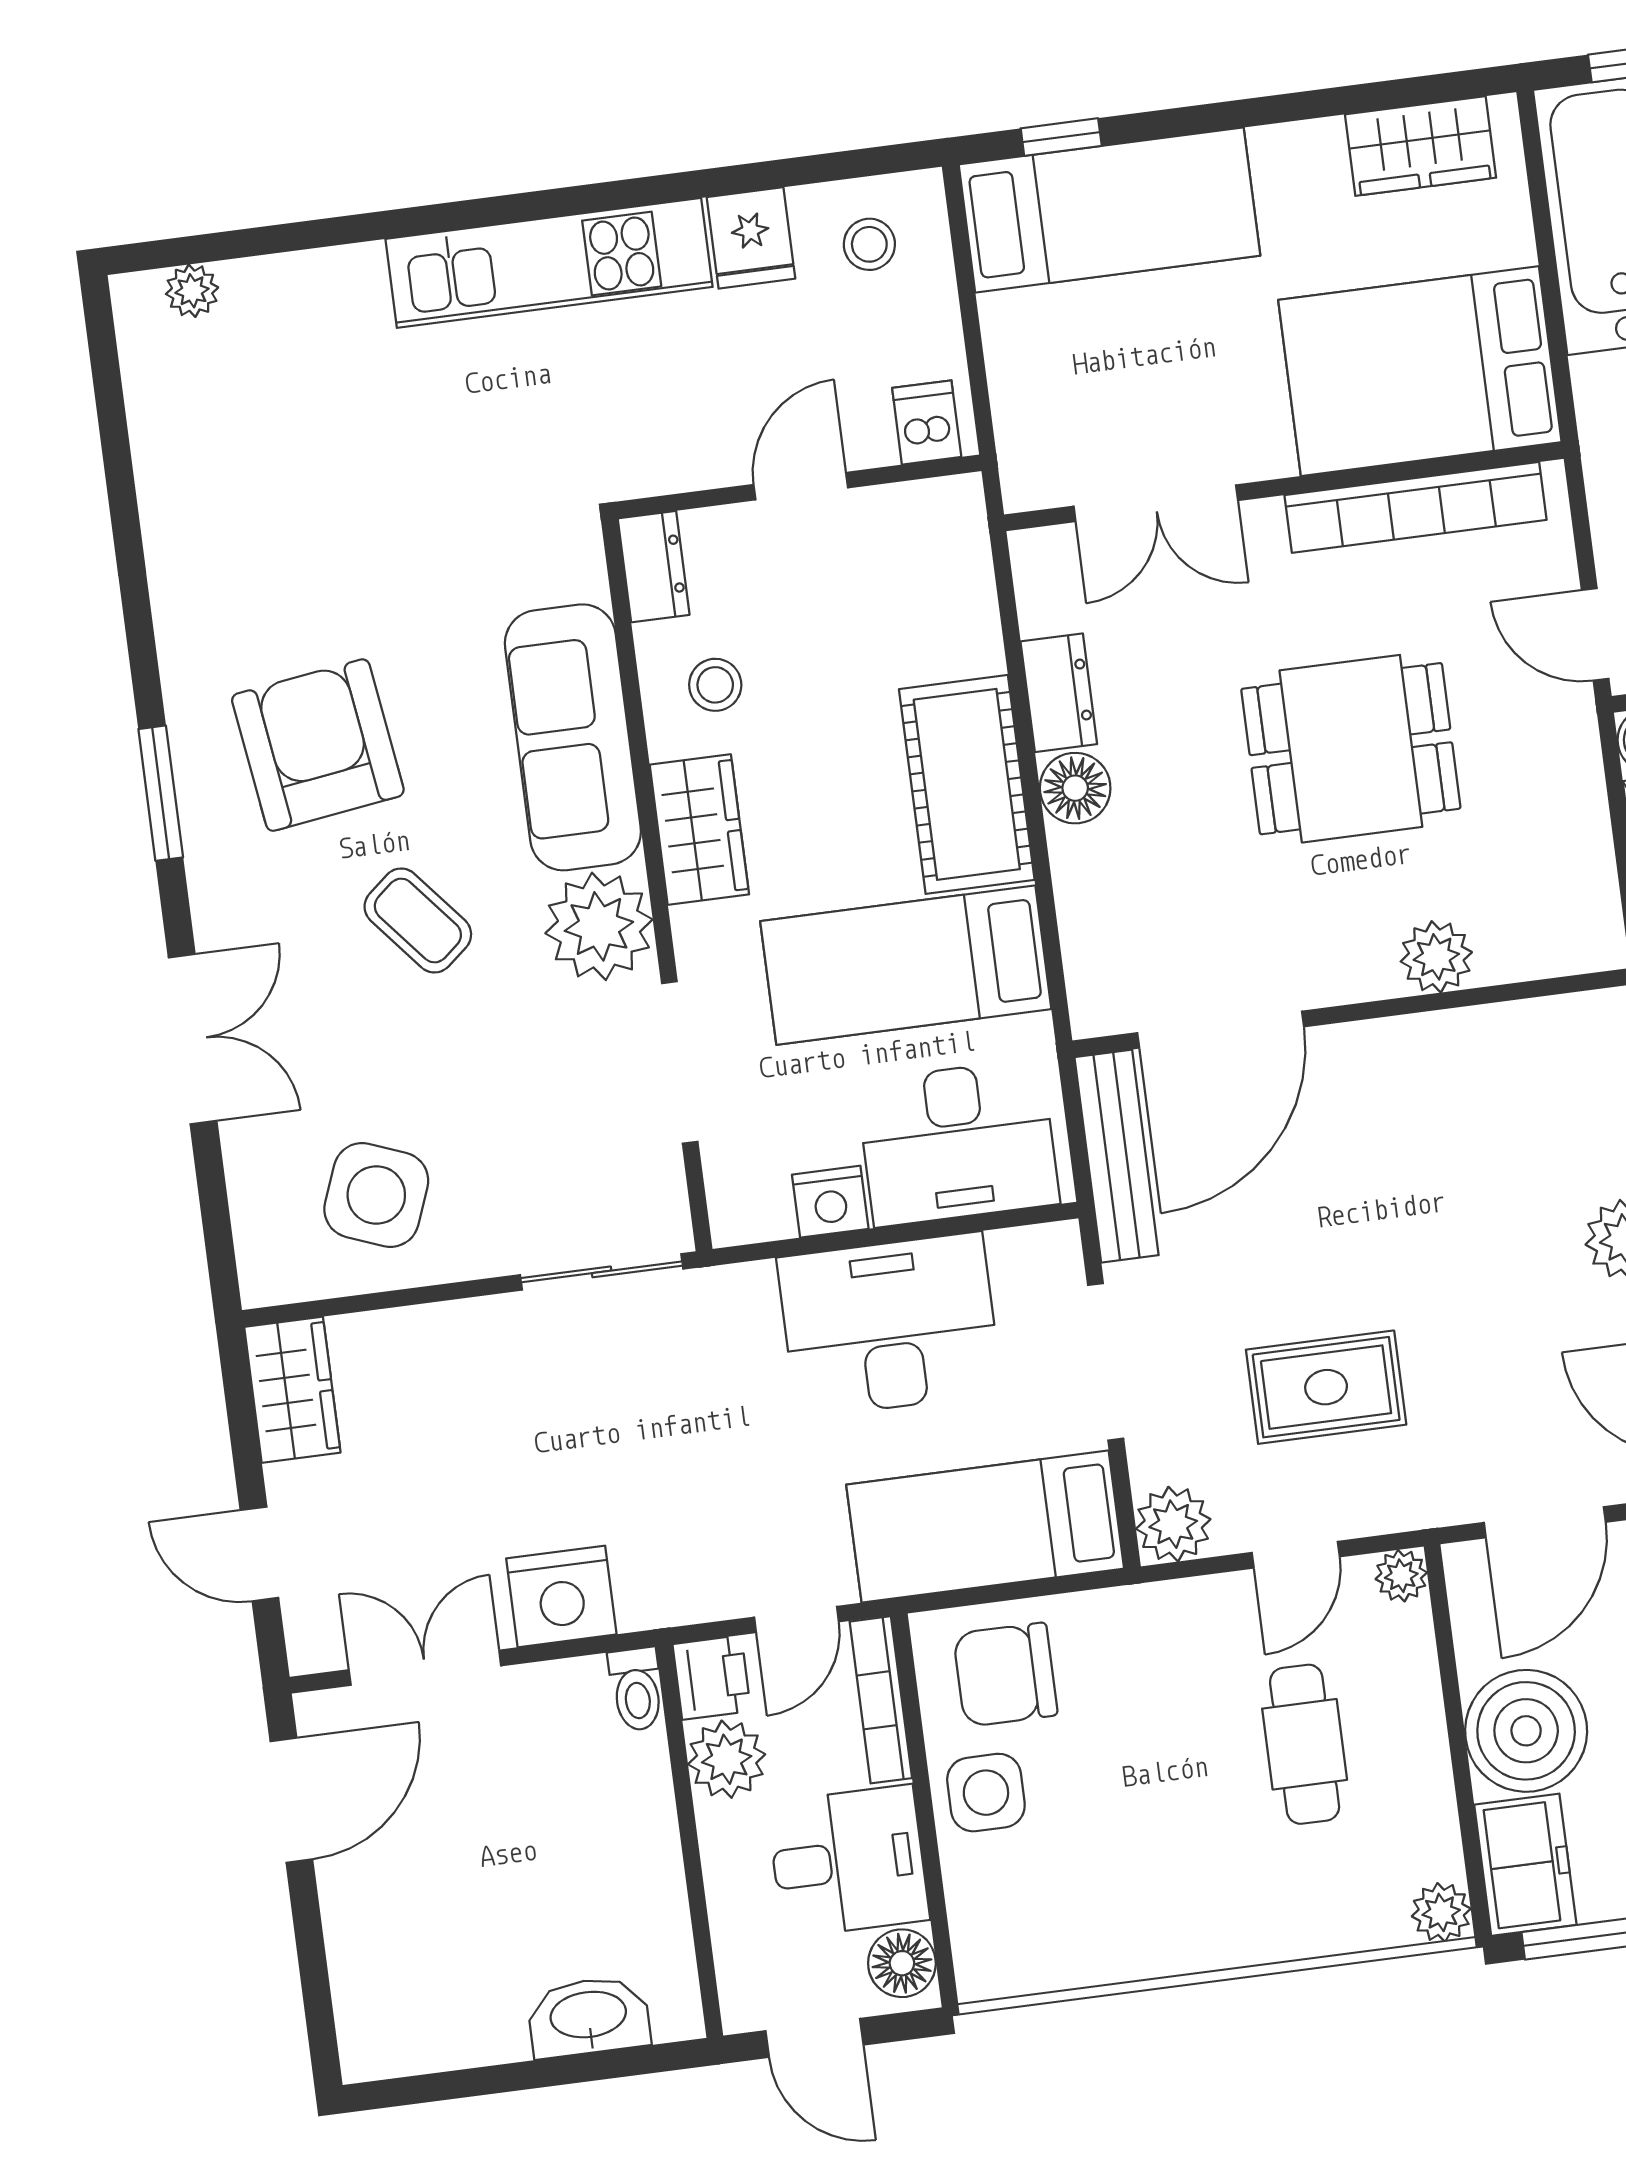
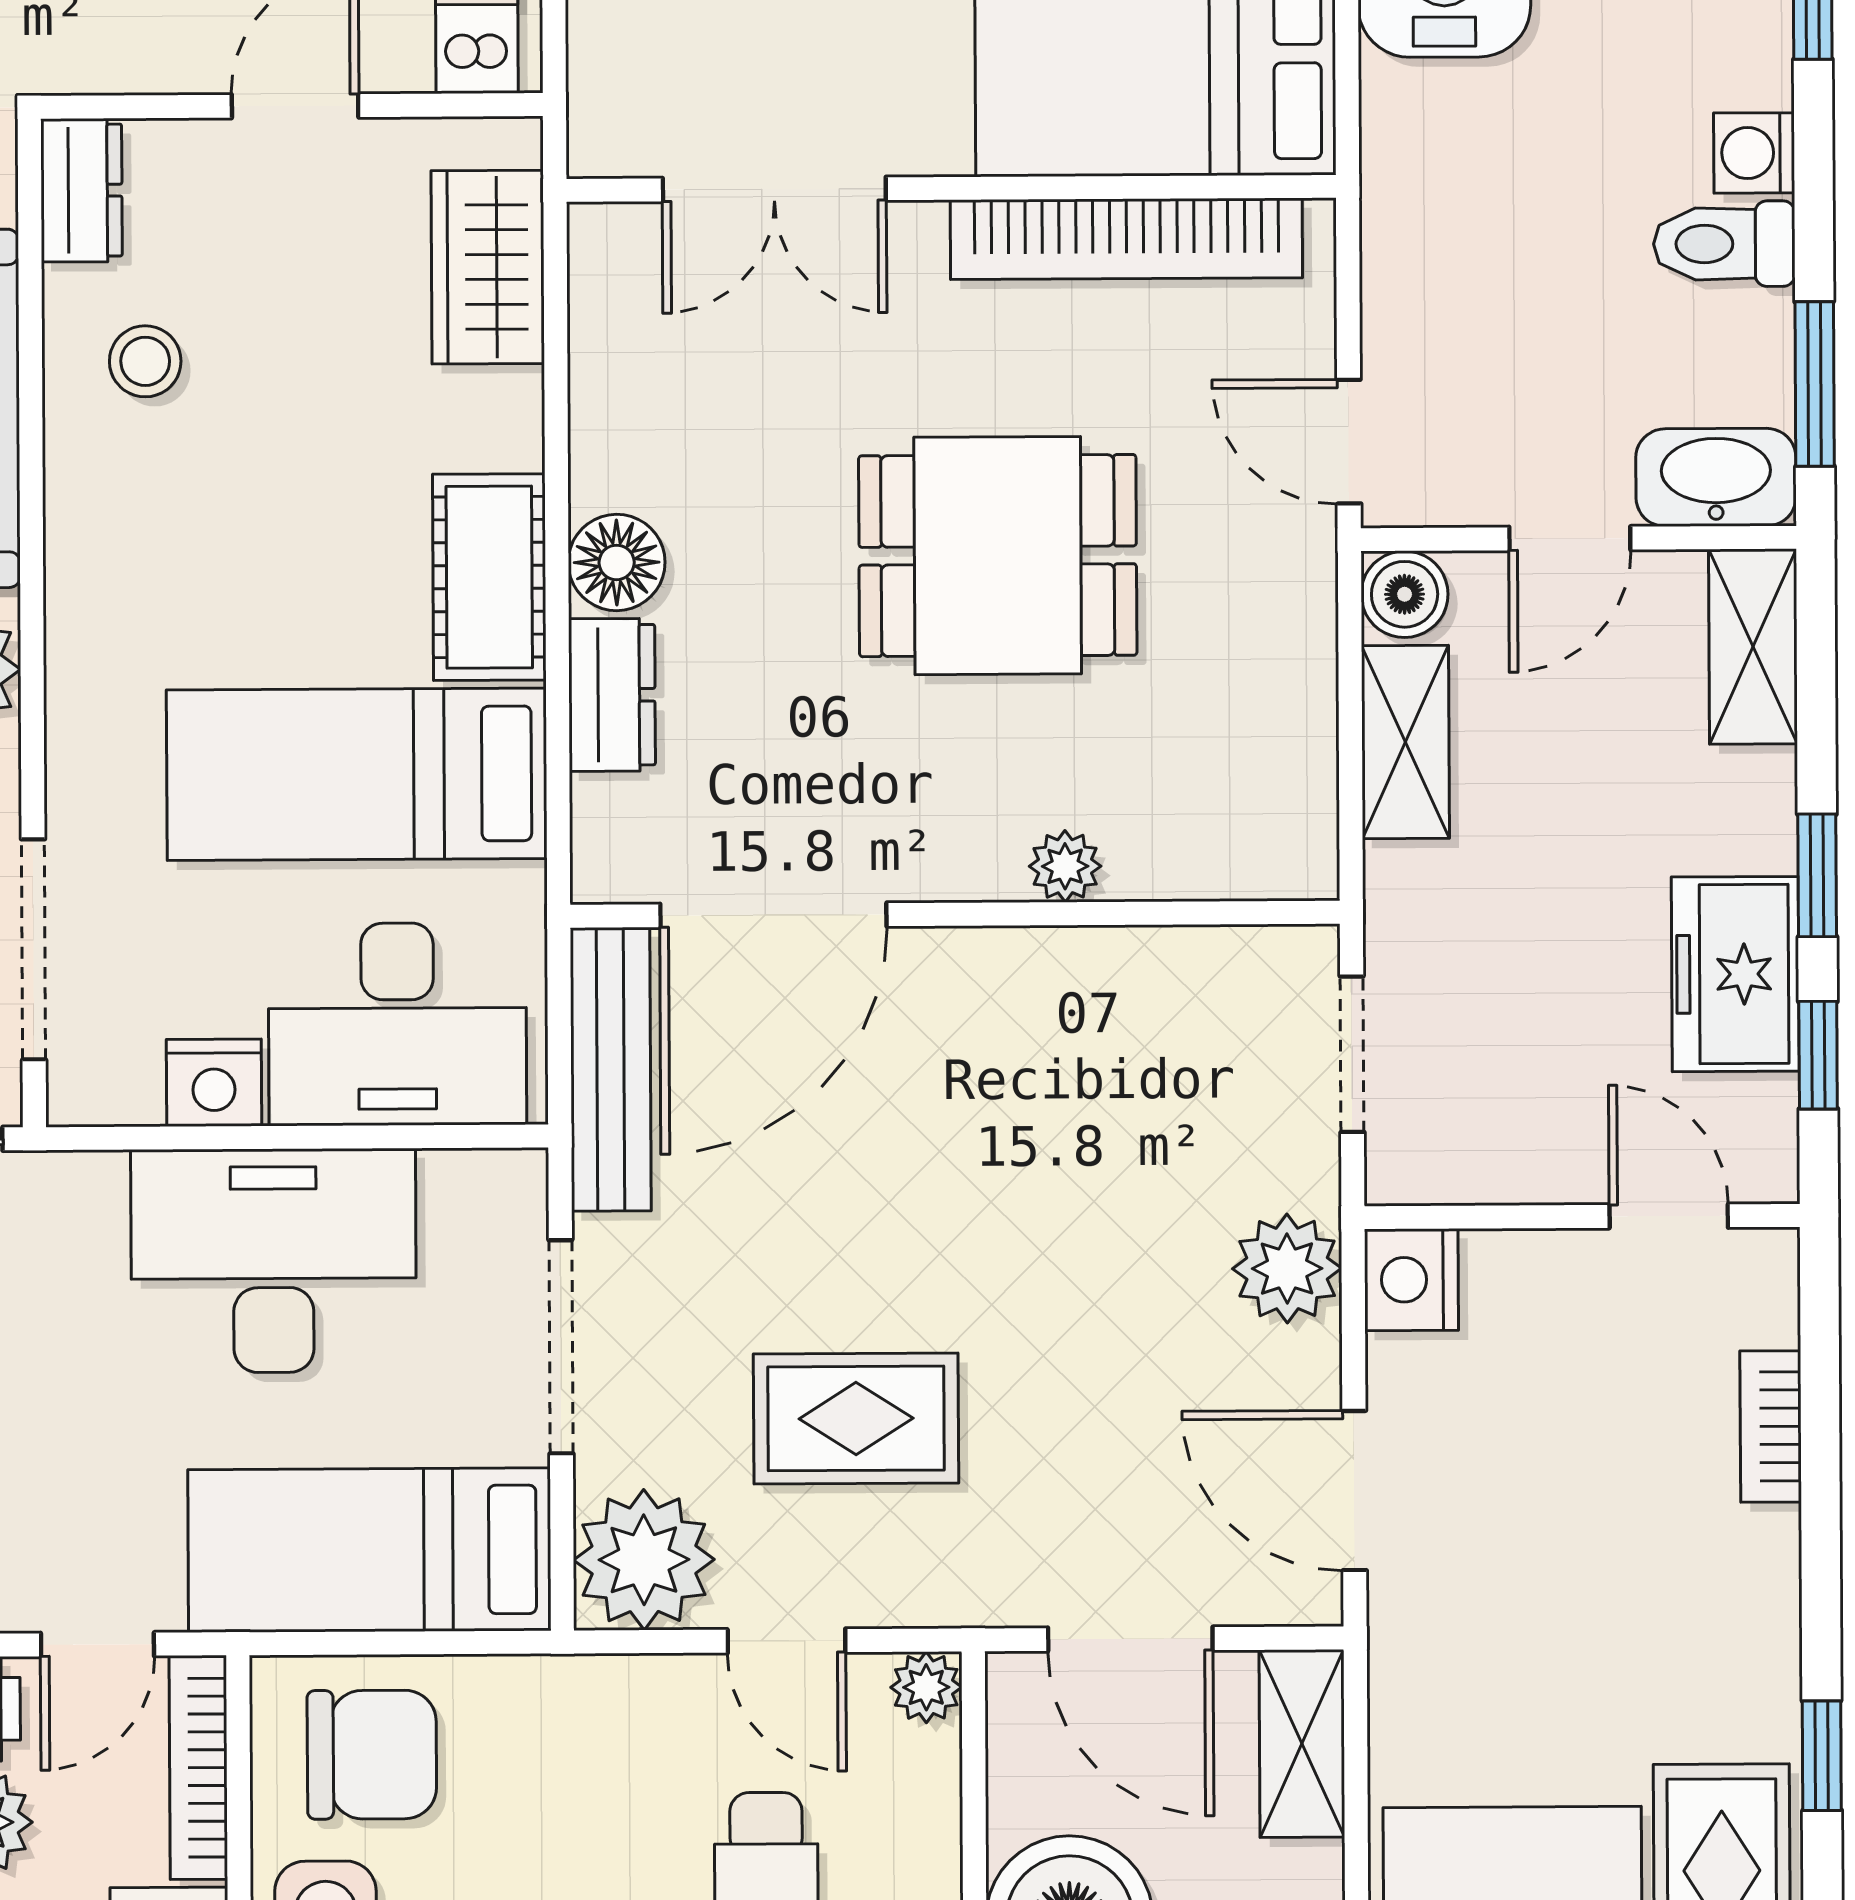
dresser: (1059, 693) -> (612, 695), moved
cot: (967, 784) -> (489, 577), width x0.73, depth x0.75
wardrobe: (699, 830) -> (488, 267), moved, turned 180
plant: (1436, 957) -> (1065, 866), width x0.73, depth x0.73
doorway: (680, 1062) -> (34, 949), moved
door: (1545, 1522) -> (1130, 1639), hinge flipped
plant: (1173, 1524) -> (644, 1560), width x1.36, depth x1.36
door: (1296, 1555) -> (786, 1641), hinge flipped
chair: (1005, 1675) -> (372, 1755), turned 180

